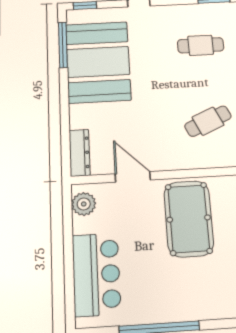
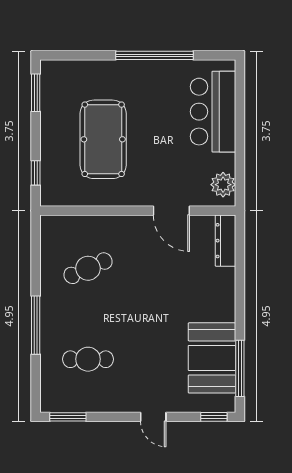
booth: (98, 62) -> (212, 358), width x0.73, depth x0.70
pool table: (189, 219) -> (103, 139), moved

